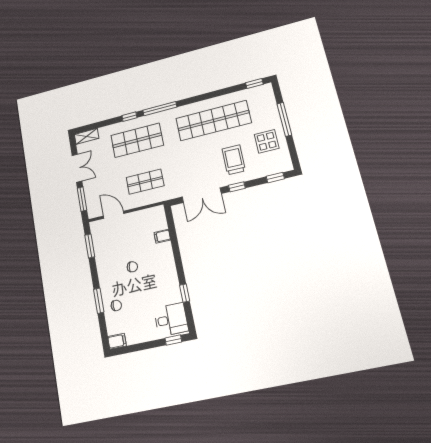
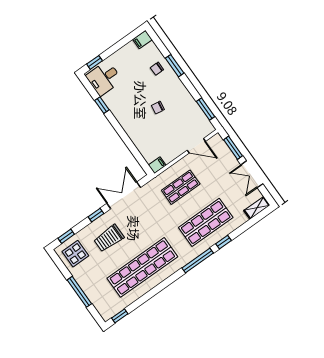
display table: (267, 141) -> (75, 254), moved
trolley: (234, 160) -> (109, 238), turned 89
filing cabinet: (162, 236) -> (157, 165), moved

